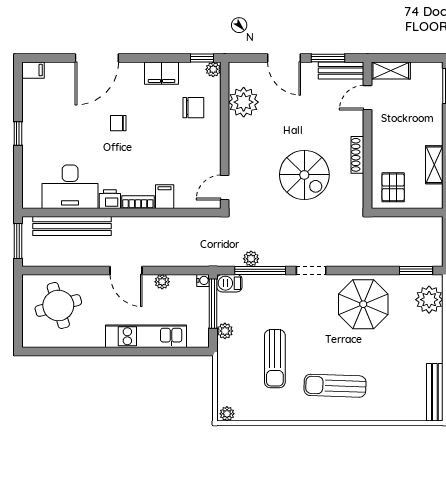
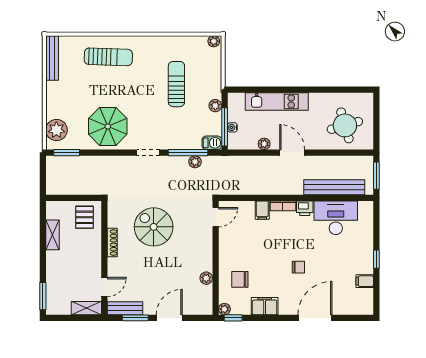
door: (284, 58) -> (169, 318), hinge flipped
filing cabinet: (33, 70) -> (365, 281), moved
plant: (244, 102) -> (206, 278), width x0.53, depth x0.53
water cooler: (203, 280) -> (232, 127), moved
sun lounger: (335, 386) -> (108, 57), moved

